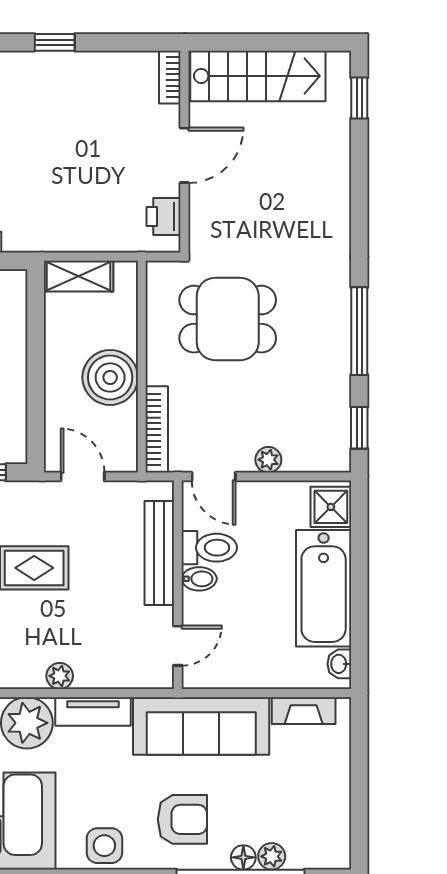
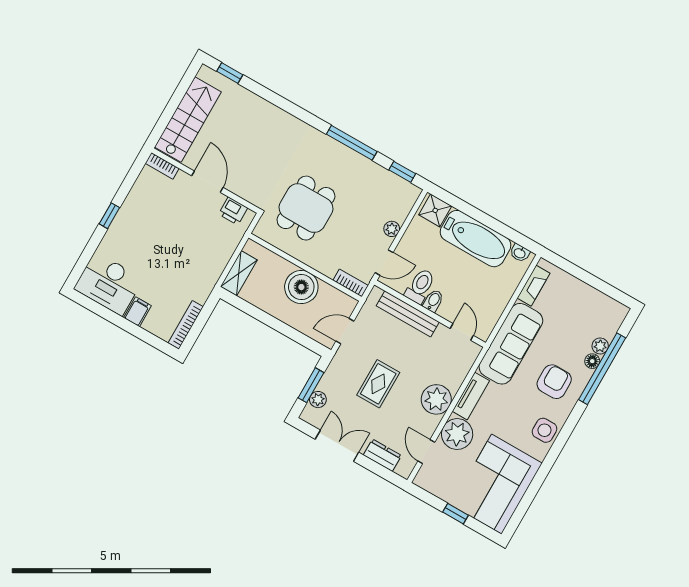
bookcase: (157, 429) -> (351, 283), width x0.64
plant: (60, 676) -> (436, 399), width x1.87, depth x1.87

